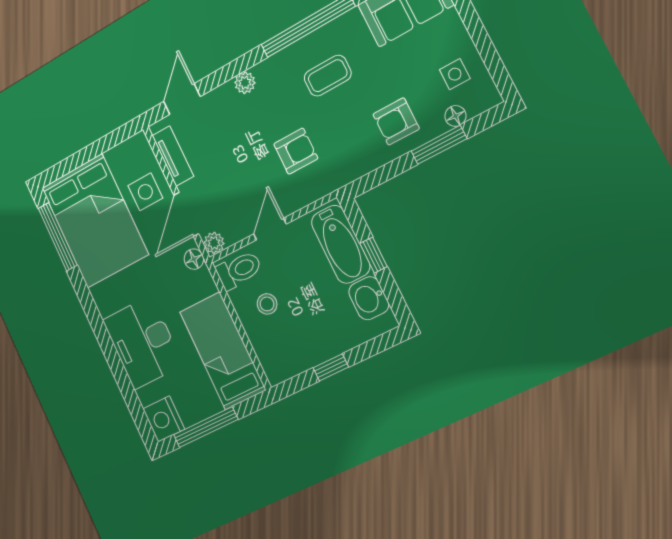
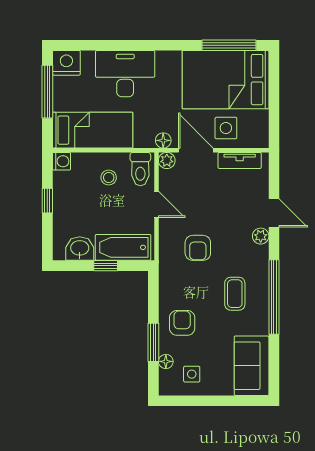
door: (182, 99) -> (274, 213), moved
washing machine: (276, 372) -> (62, 161), added

